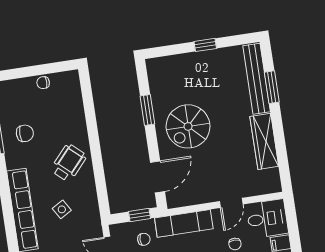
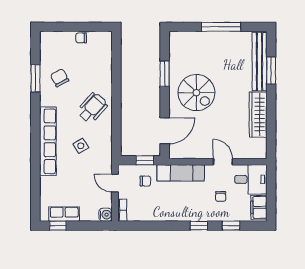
window: (205, 45) -> (221, 27), width x2.17
spiral stairs: (188, 126) -> (196, 93), turned -90
chair: (25, 133) -> (60, 78), turned -118
door: (231, 203) -> (223, 162), swing flipped

